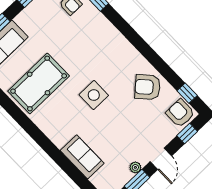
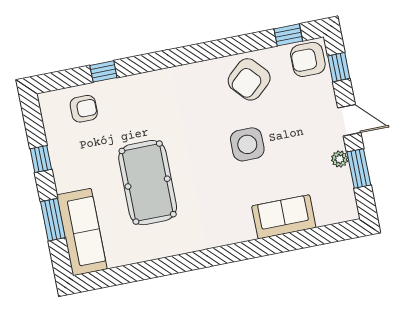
pool table: (39, 83) -> (148, 183), moved
side table: (94, 95) -> (247, 144), moved

